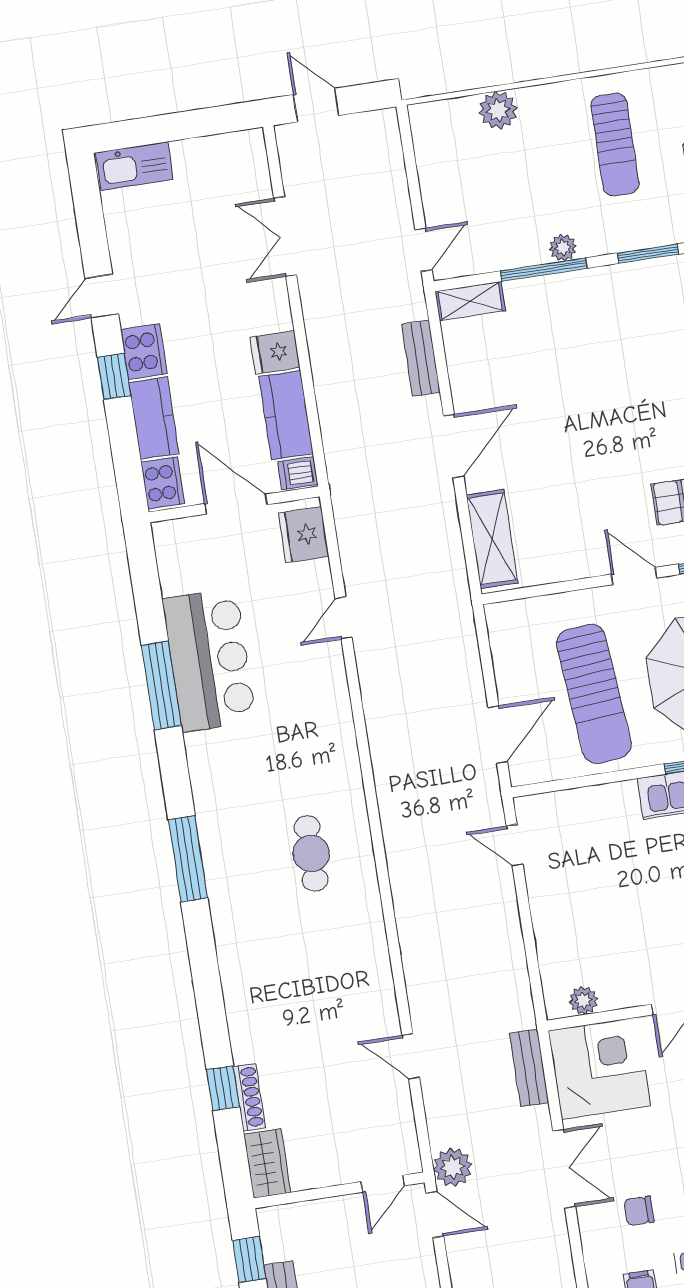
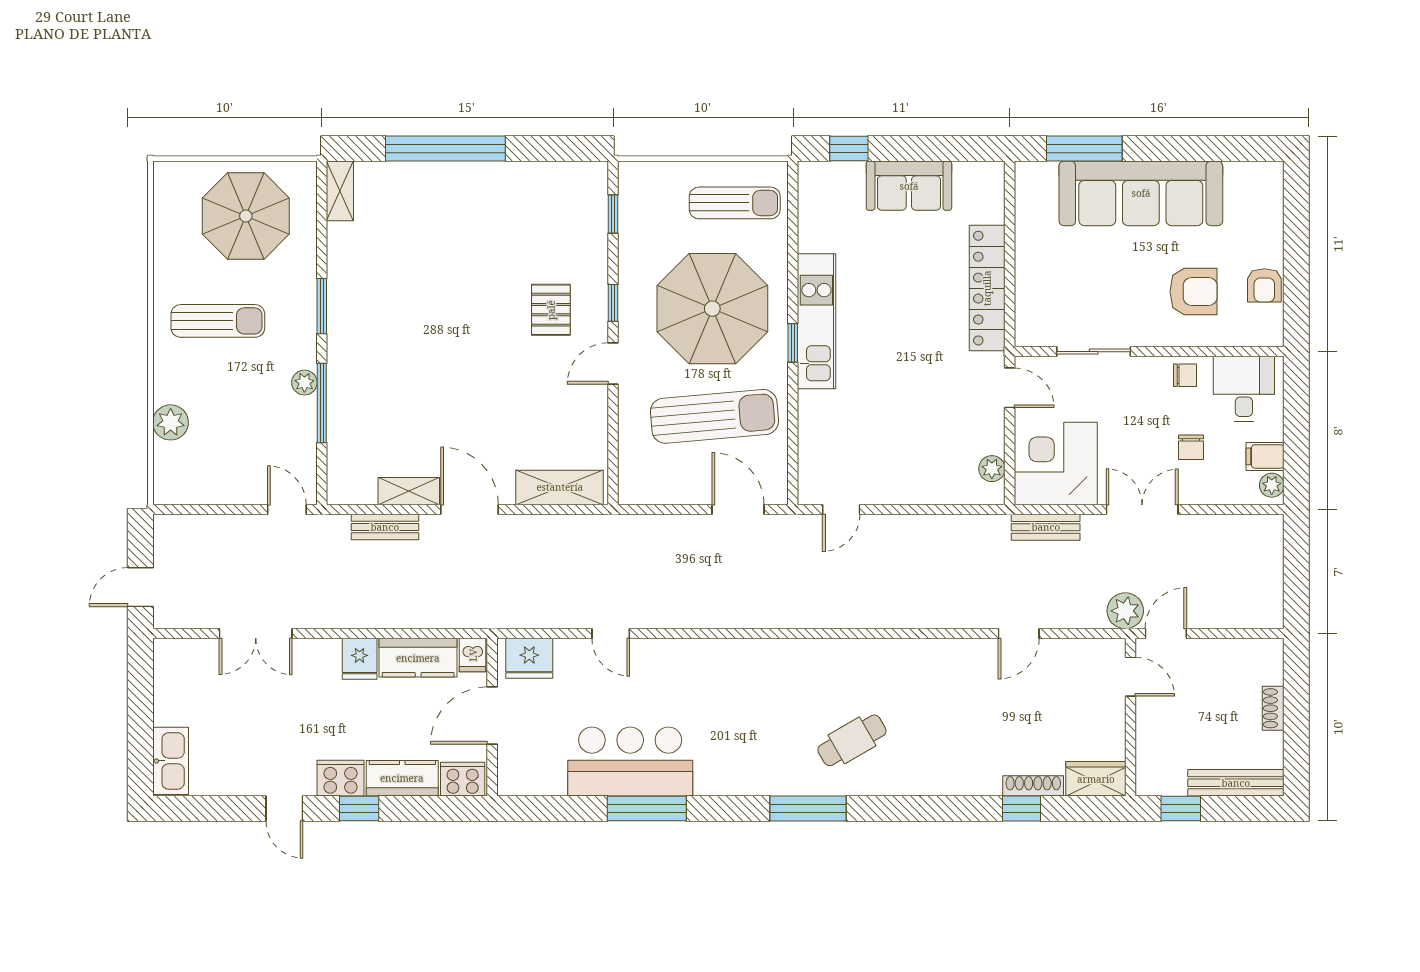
shelving: (470, 301) -> (409, 491), moved, turned 90
cafe table: (311, 853) -> (852, 740), moved, turned -30

